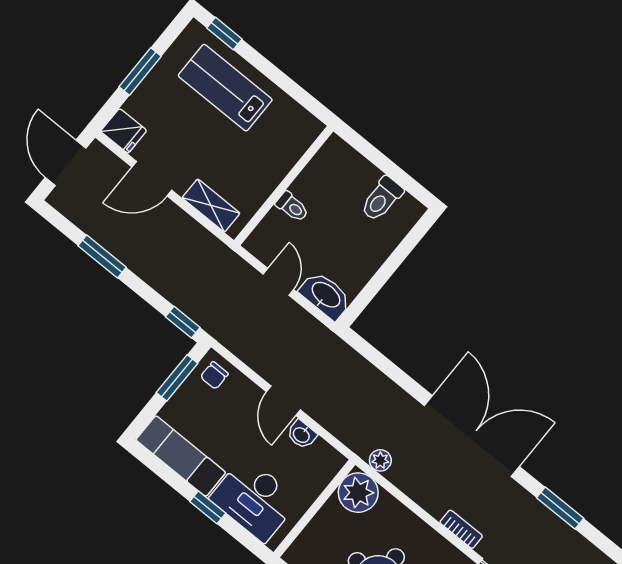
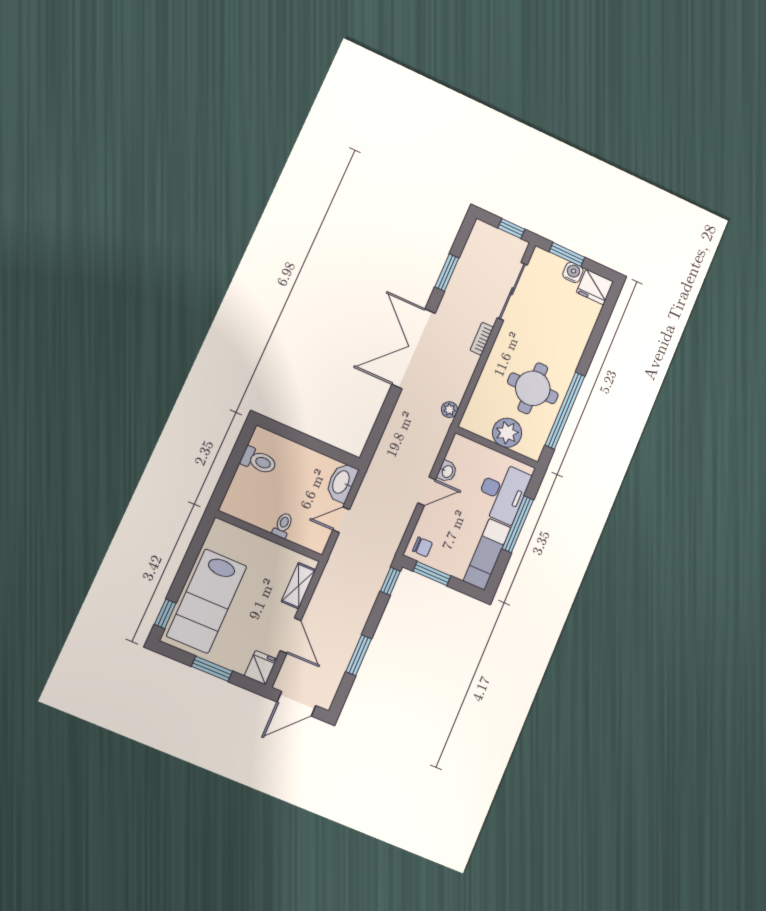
lab bench: (225, 88) -> (207, 601), width x1.36, depth x1.39
plant: (358, 493) -> (507, 433), moved
window: (208, 507) -> (518, 524), width x2.17

